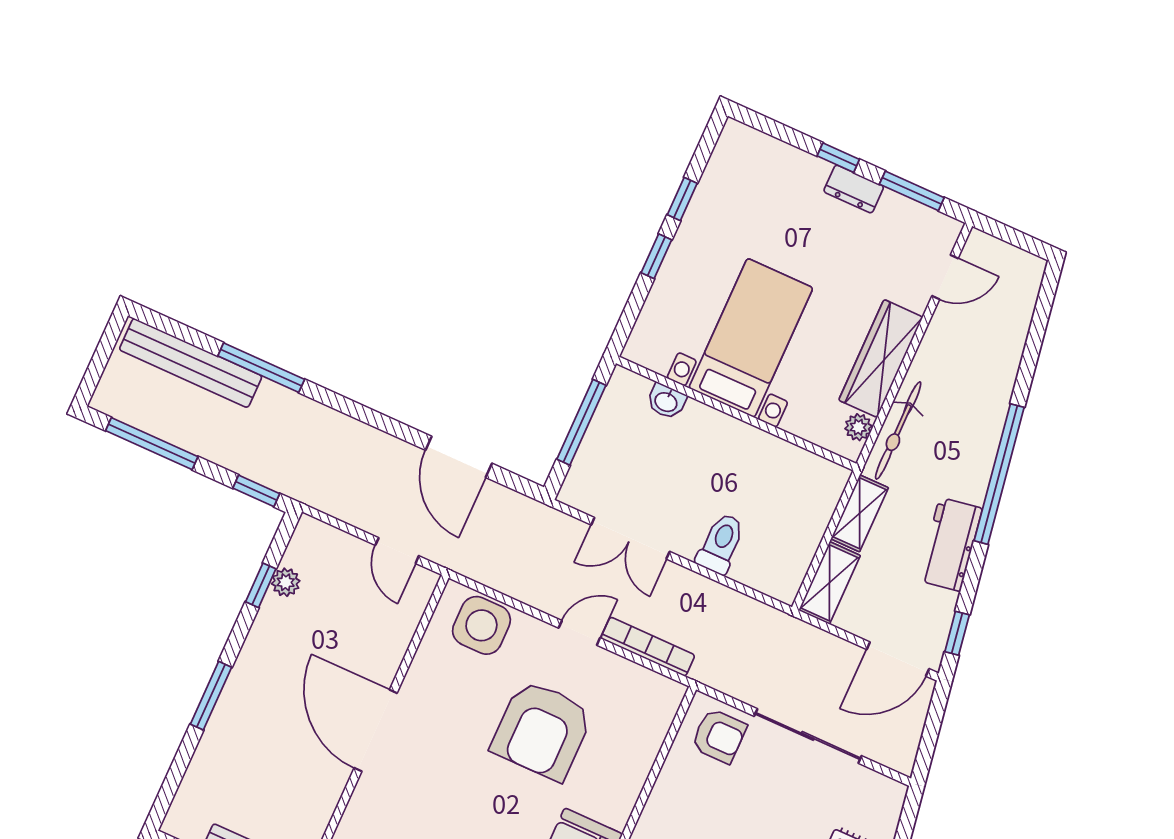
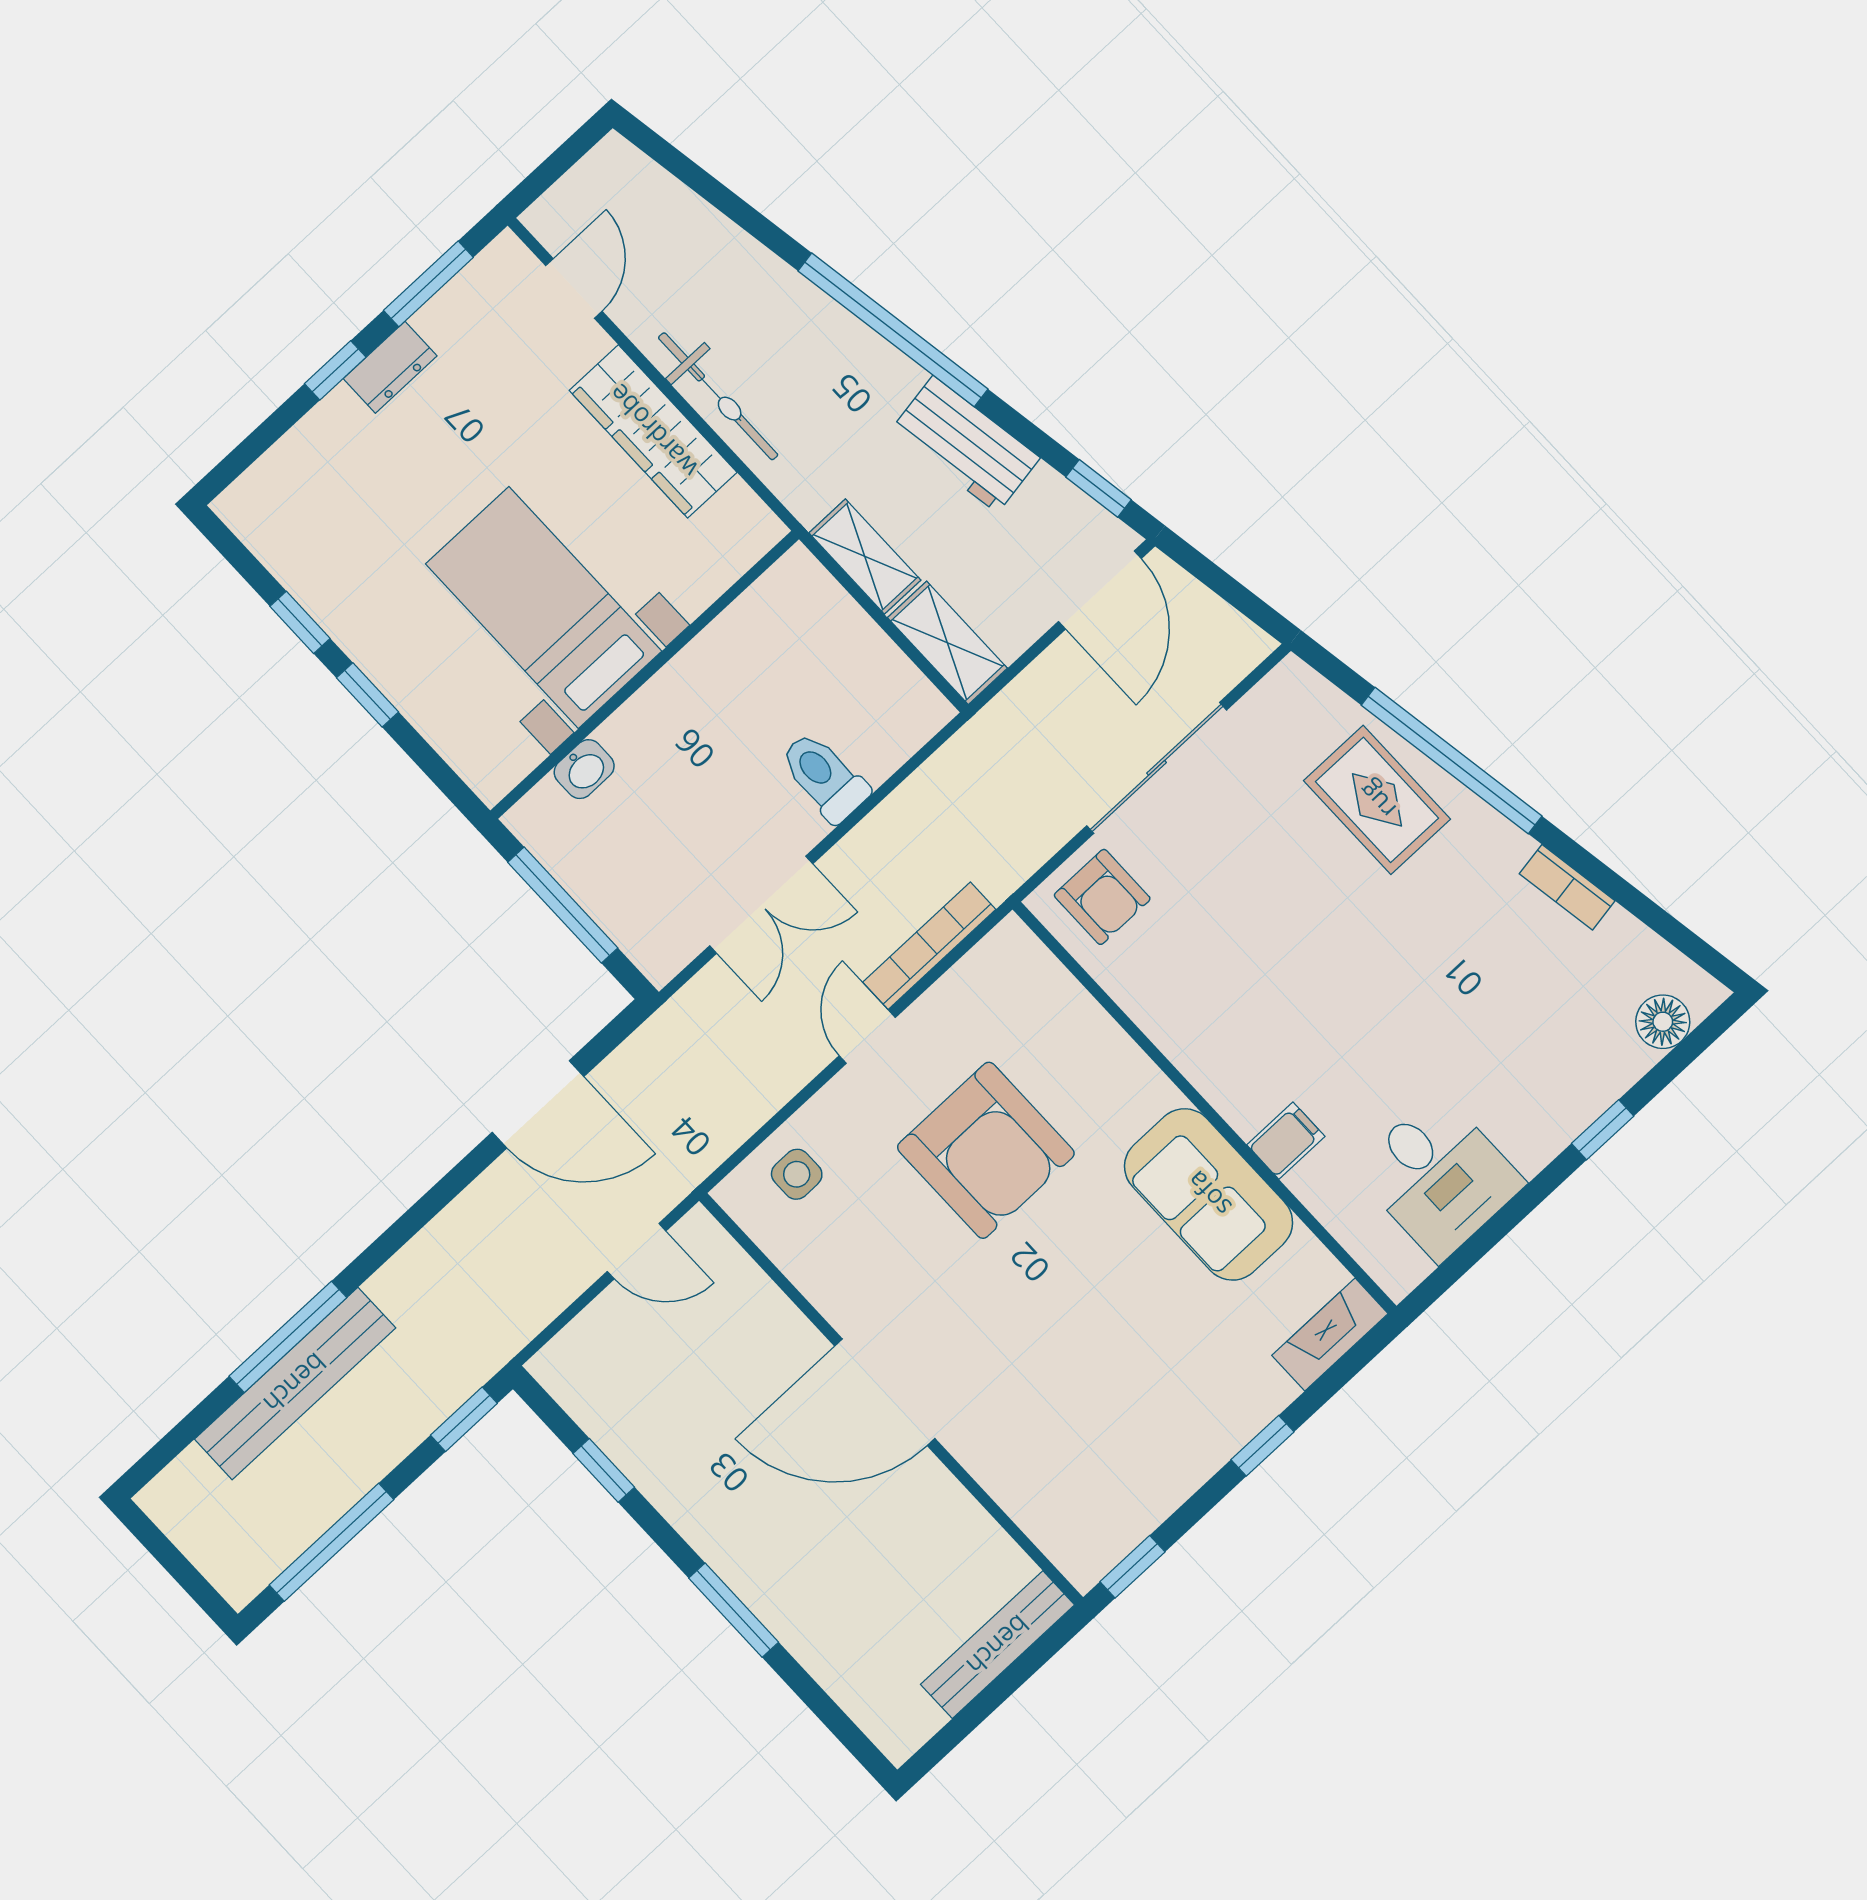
bench: (191, 363) -> (295, 1383), moved
plant: (858, 427) -> (739, 506), removed
bicycle: (898, 430) -> (718, 396), moved
plant: (286, 582) -> (615, 1432), removed
side table: (481, 625) -> (797, 1174), width x0.54, depth x0.54
armchair: (719, 736) -> (1102, 897), turned 90

